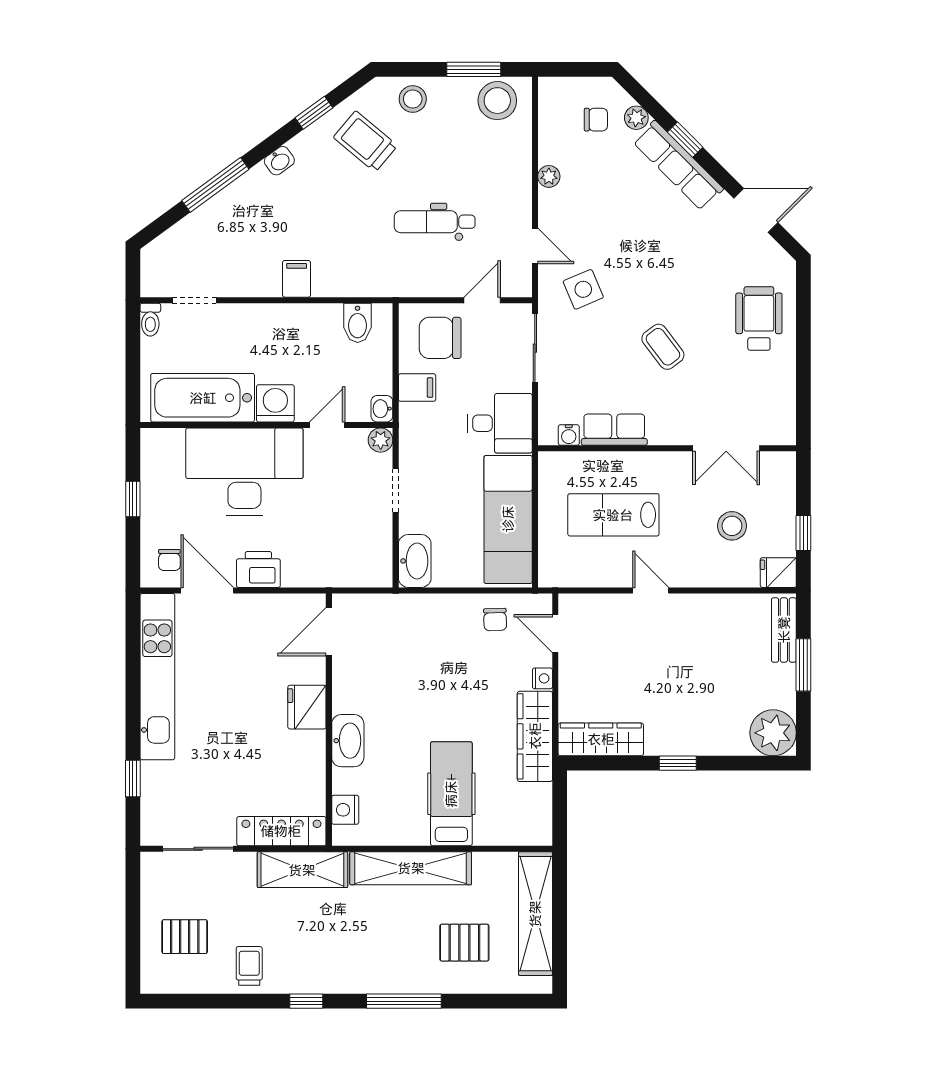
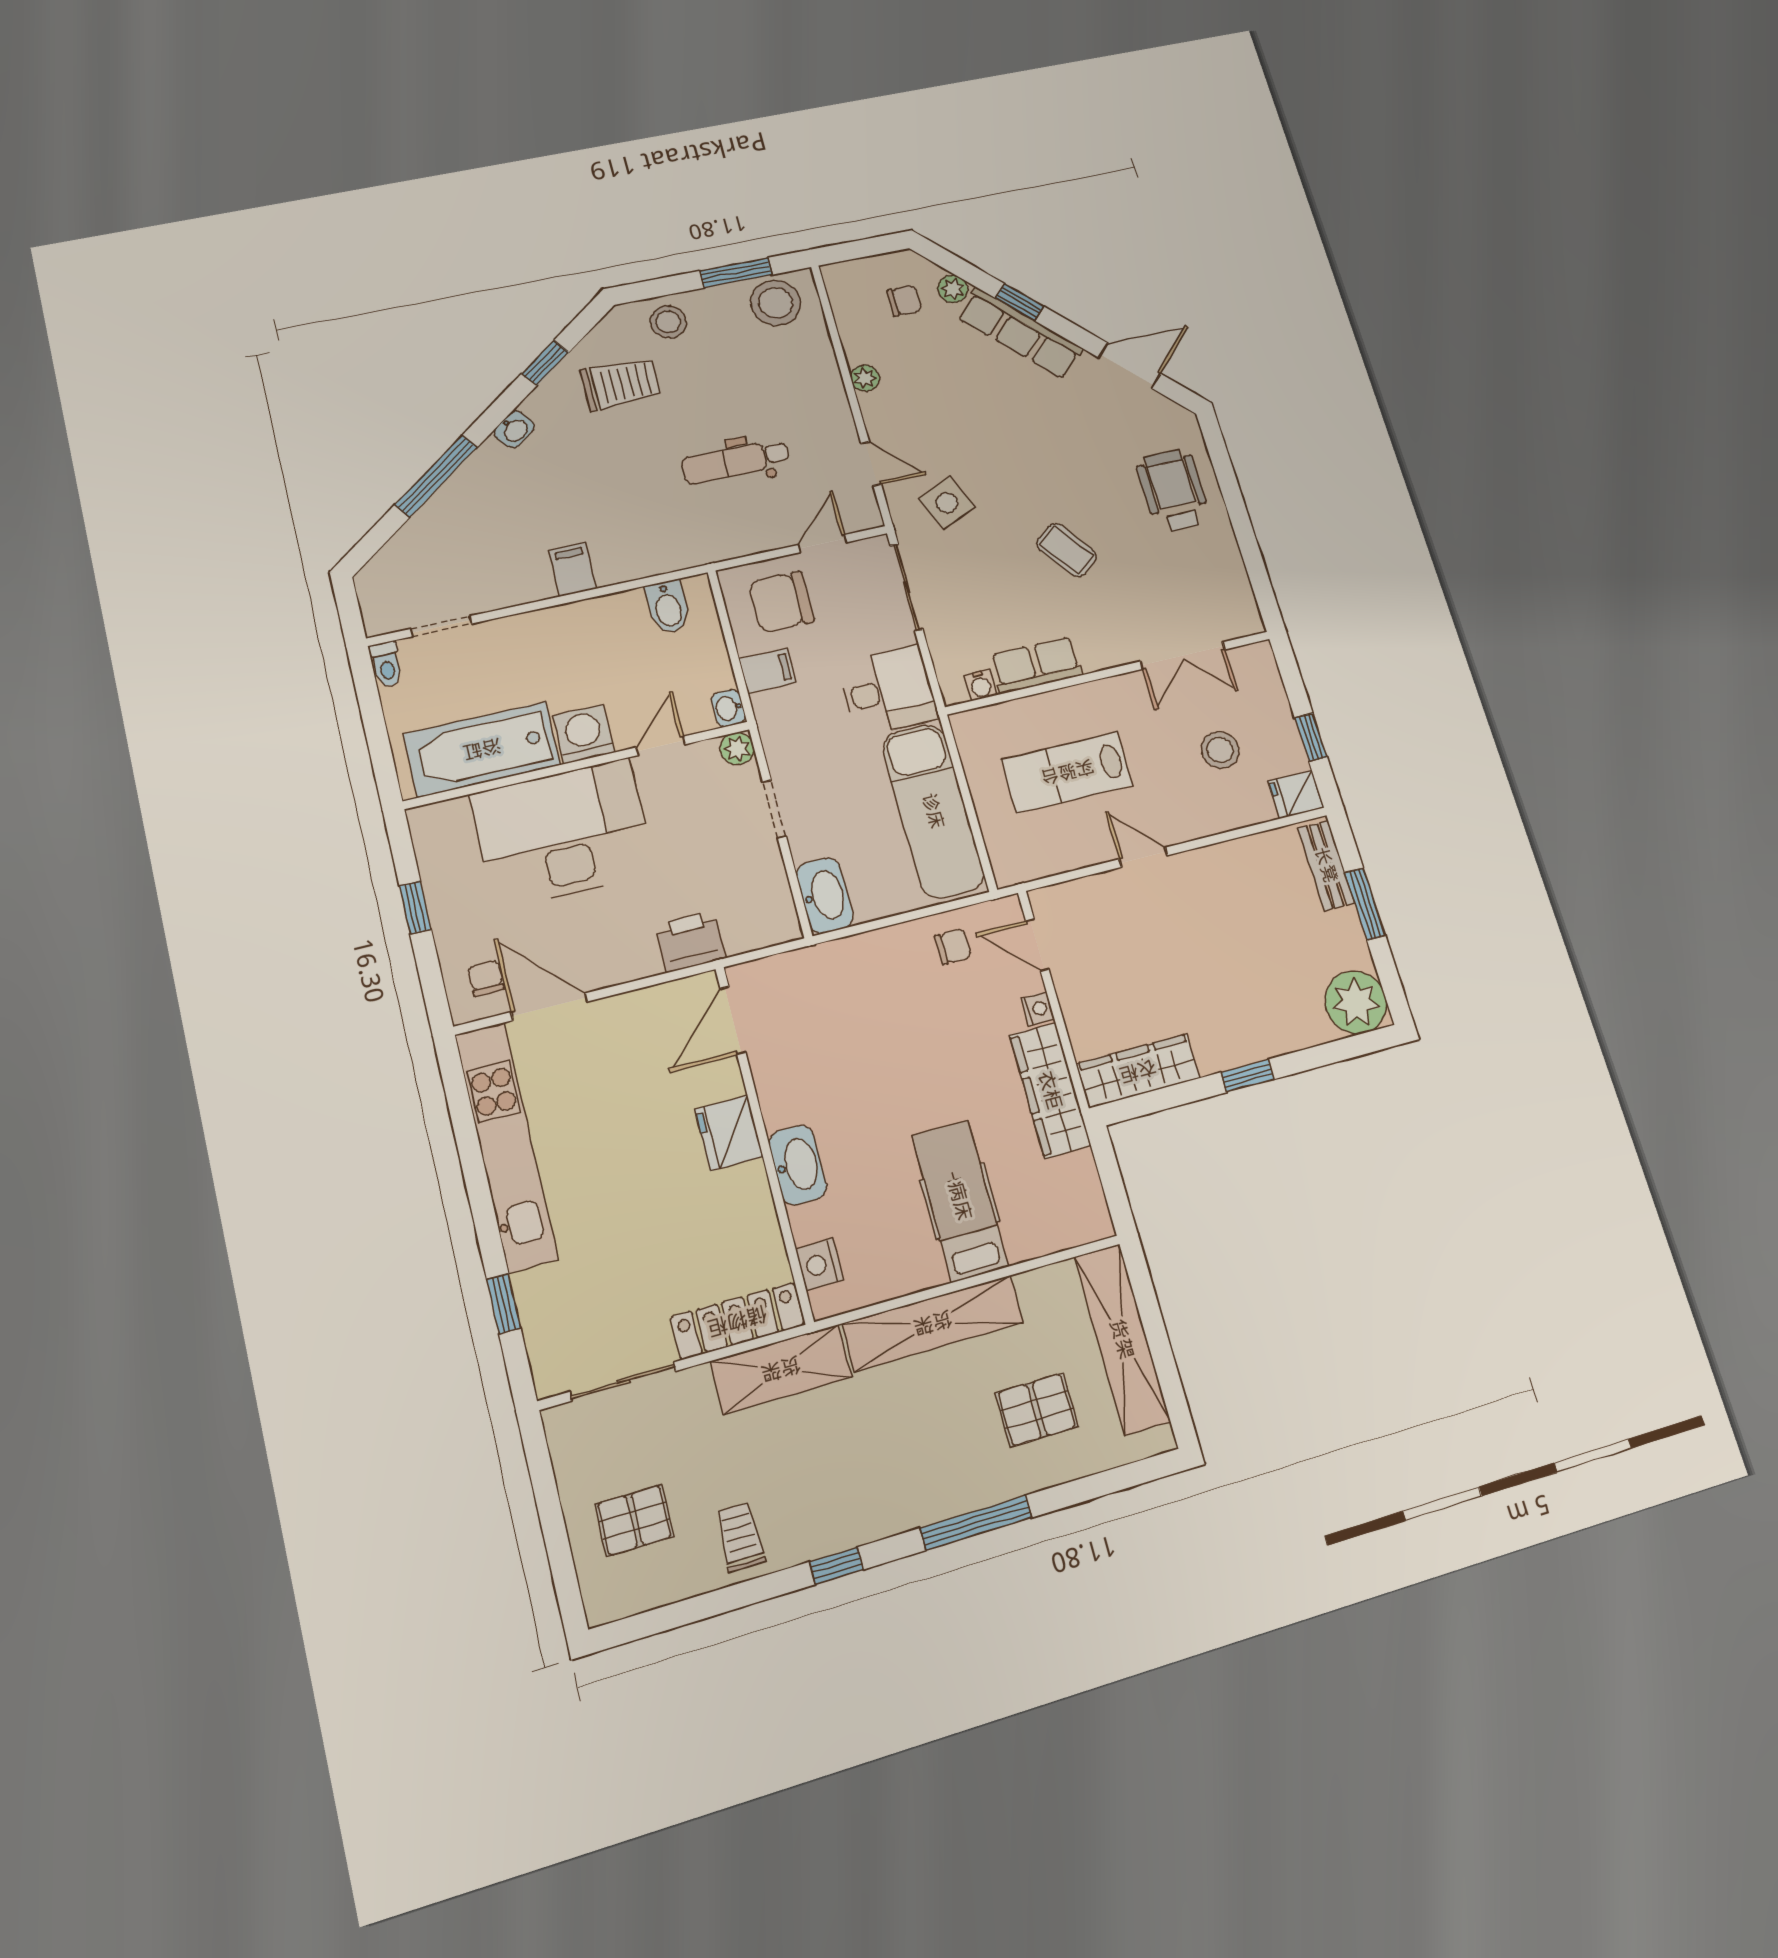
trolley: (365, 141) -> (621, 384), turned 140
chair: (169, 560) -> (486, 978), turned 180
printer: (258, 570) -> (690, 941), moved
chair: (495, 620) -> (953, 946), turned -88

